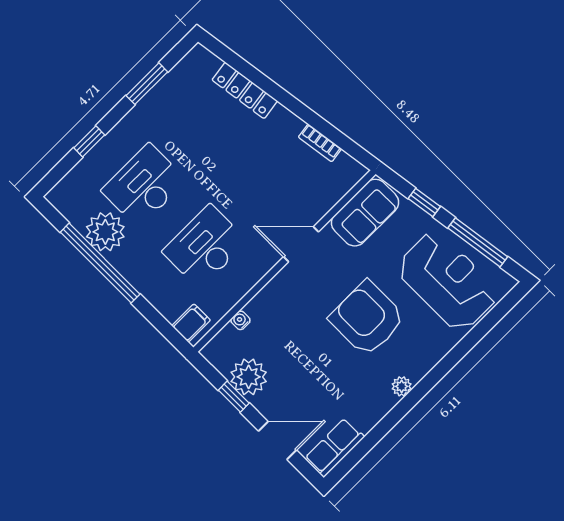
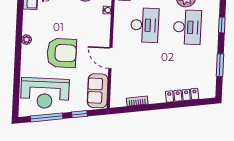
door: (301, 244) -> (110, 58), swing flipped

